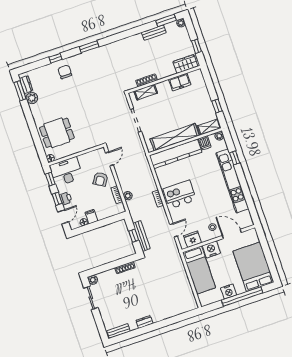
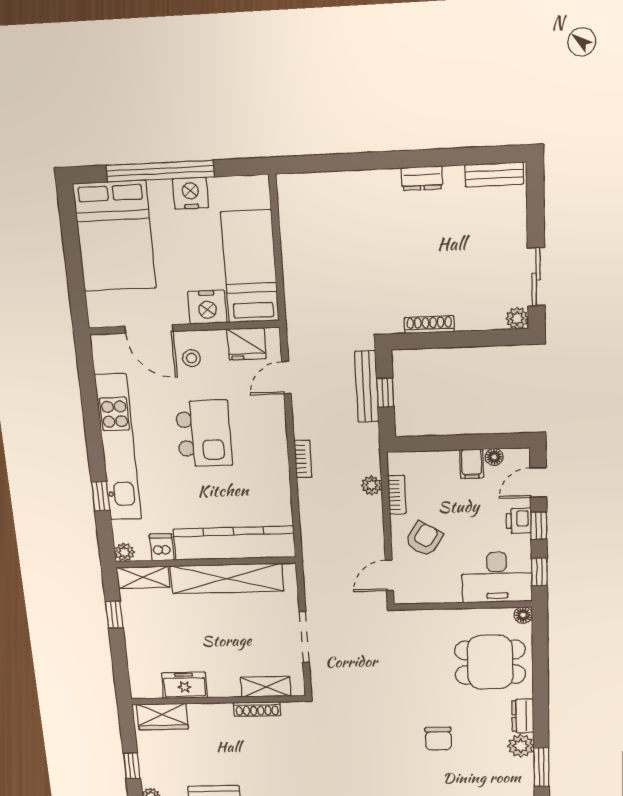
window: (196, 46) -> (132, 766), moved
chair: (65, 72) -> (438, 739), moved
dresser: (26, 84) -> (523, 716), moved
kitchen island: (180, 194) -> (204, 434), moved, turned -90

